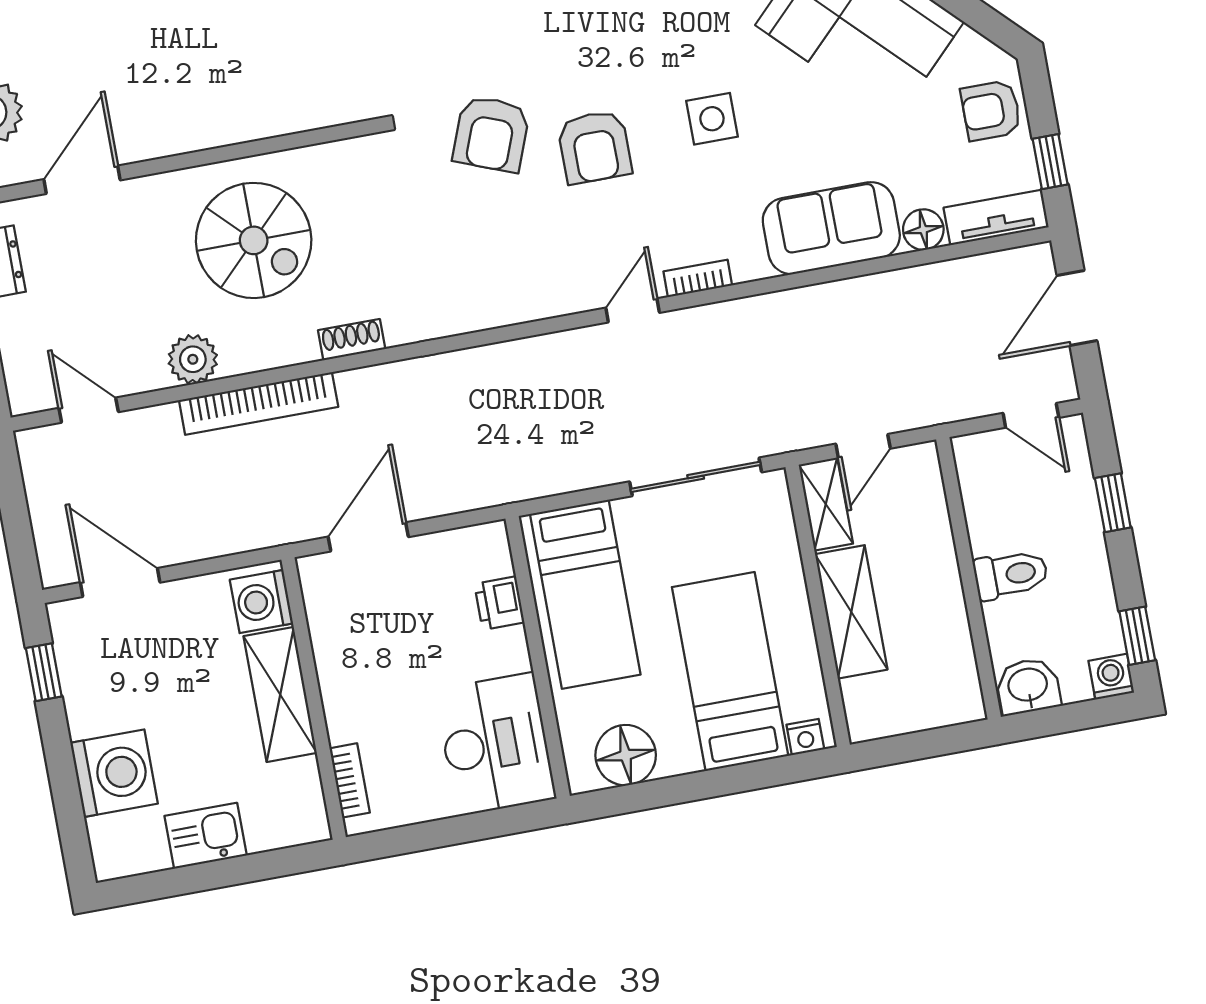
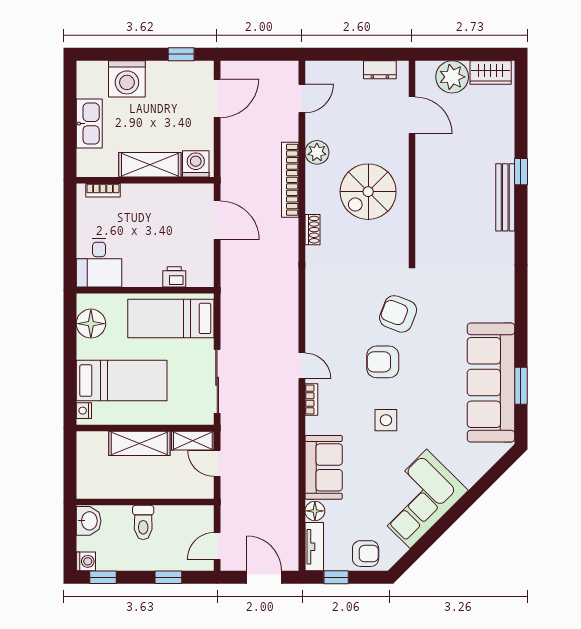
armchair: (991, 110) -> (366, 554), turned 90
desk: (495, 744) -> (99, 263), width x0.73
kitchen sink: (206, 836) -> (89, 124), width x1.38

